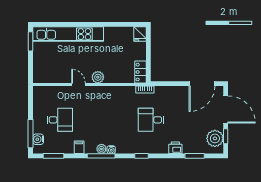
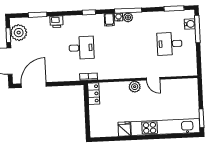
fridge: (140, 34) -> (124, 129), moved
filing cabinet: (79, 147) -> (109, 20), moved

